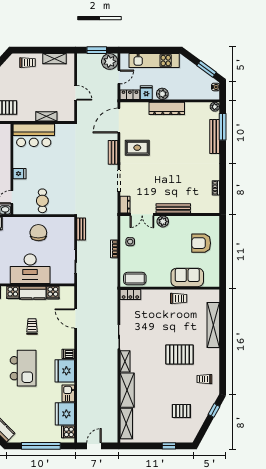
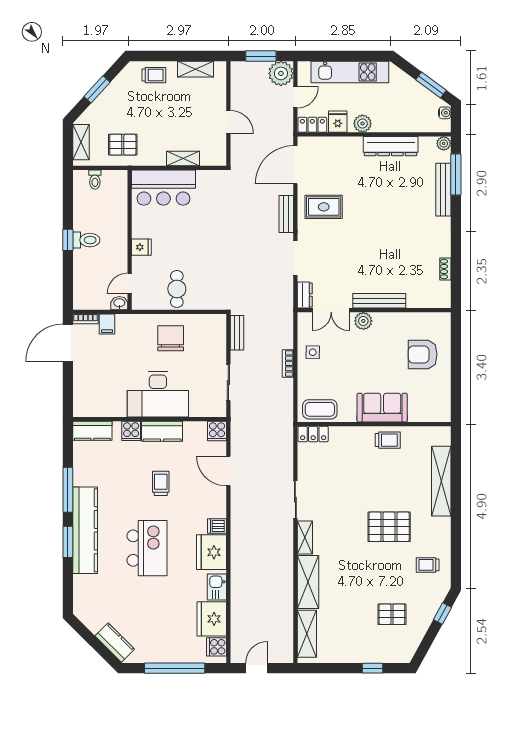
dresser: (167, 108) -> (391, 146), moved
sofa: (187, 277) -> (382, 408), moved
cooker: (53, 292) -> (217, 431), moved

